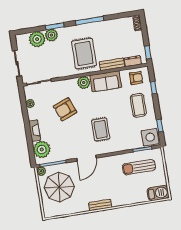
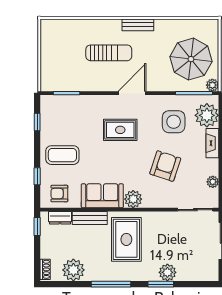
plant: (37, 39) -> (73, 270), moved
coffee table: (138, 105) -> (62, 155), turned 90
armchair: (65, 109) -> (165, 166), turned -51
rug: (101, 129) -> (120, 130), turned 90
side table: (150, 137) -> (174, 122), moved
door: (86, 158) -> (132, 93), moved
sun lounger: (139, 167) -> (109, 53), moved
barbecue: (158, 193) -> (55, 28), removed

